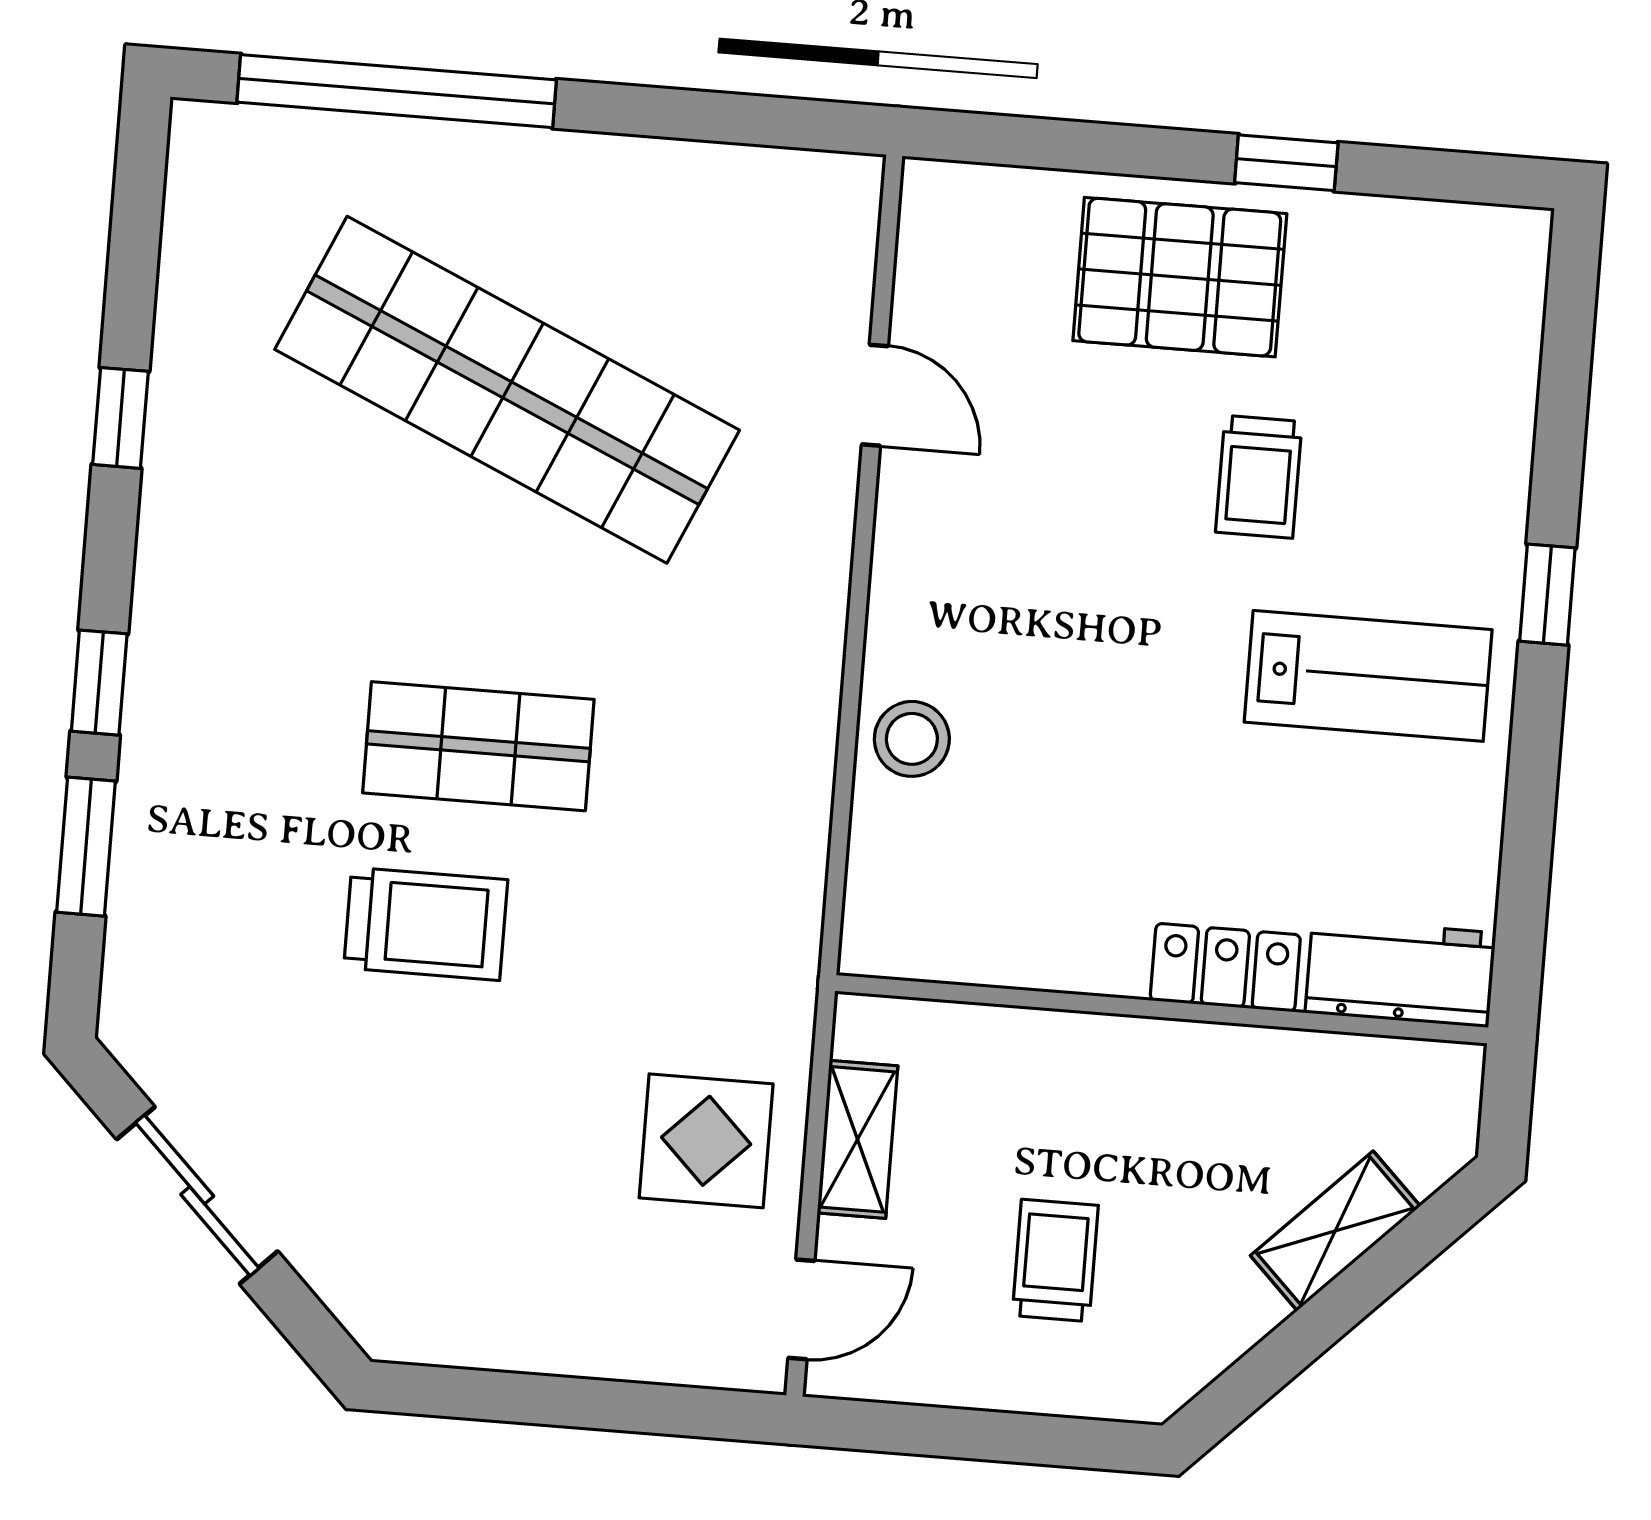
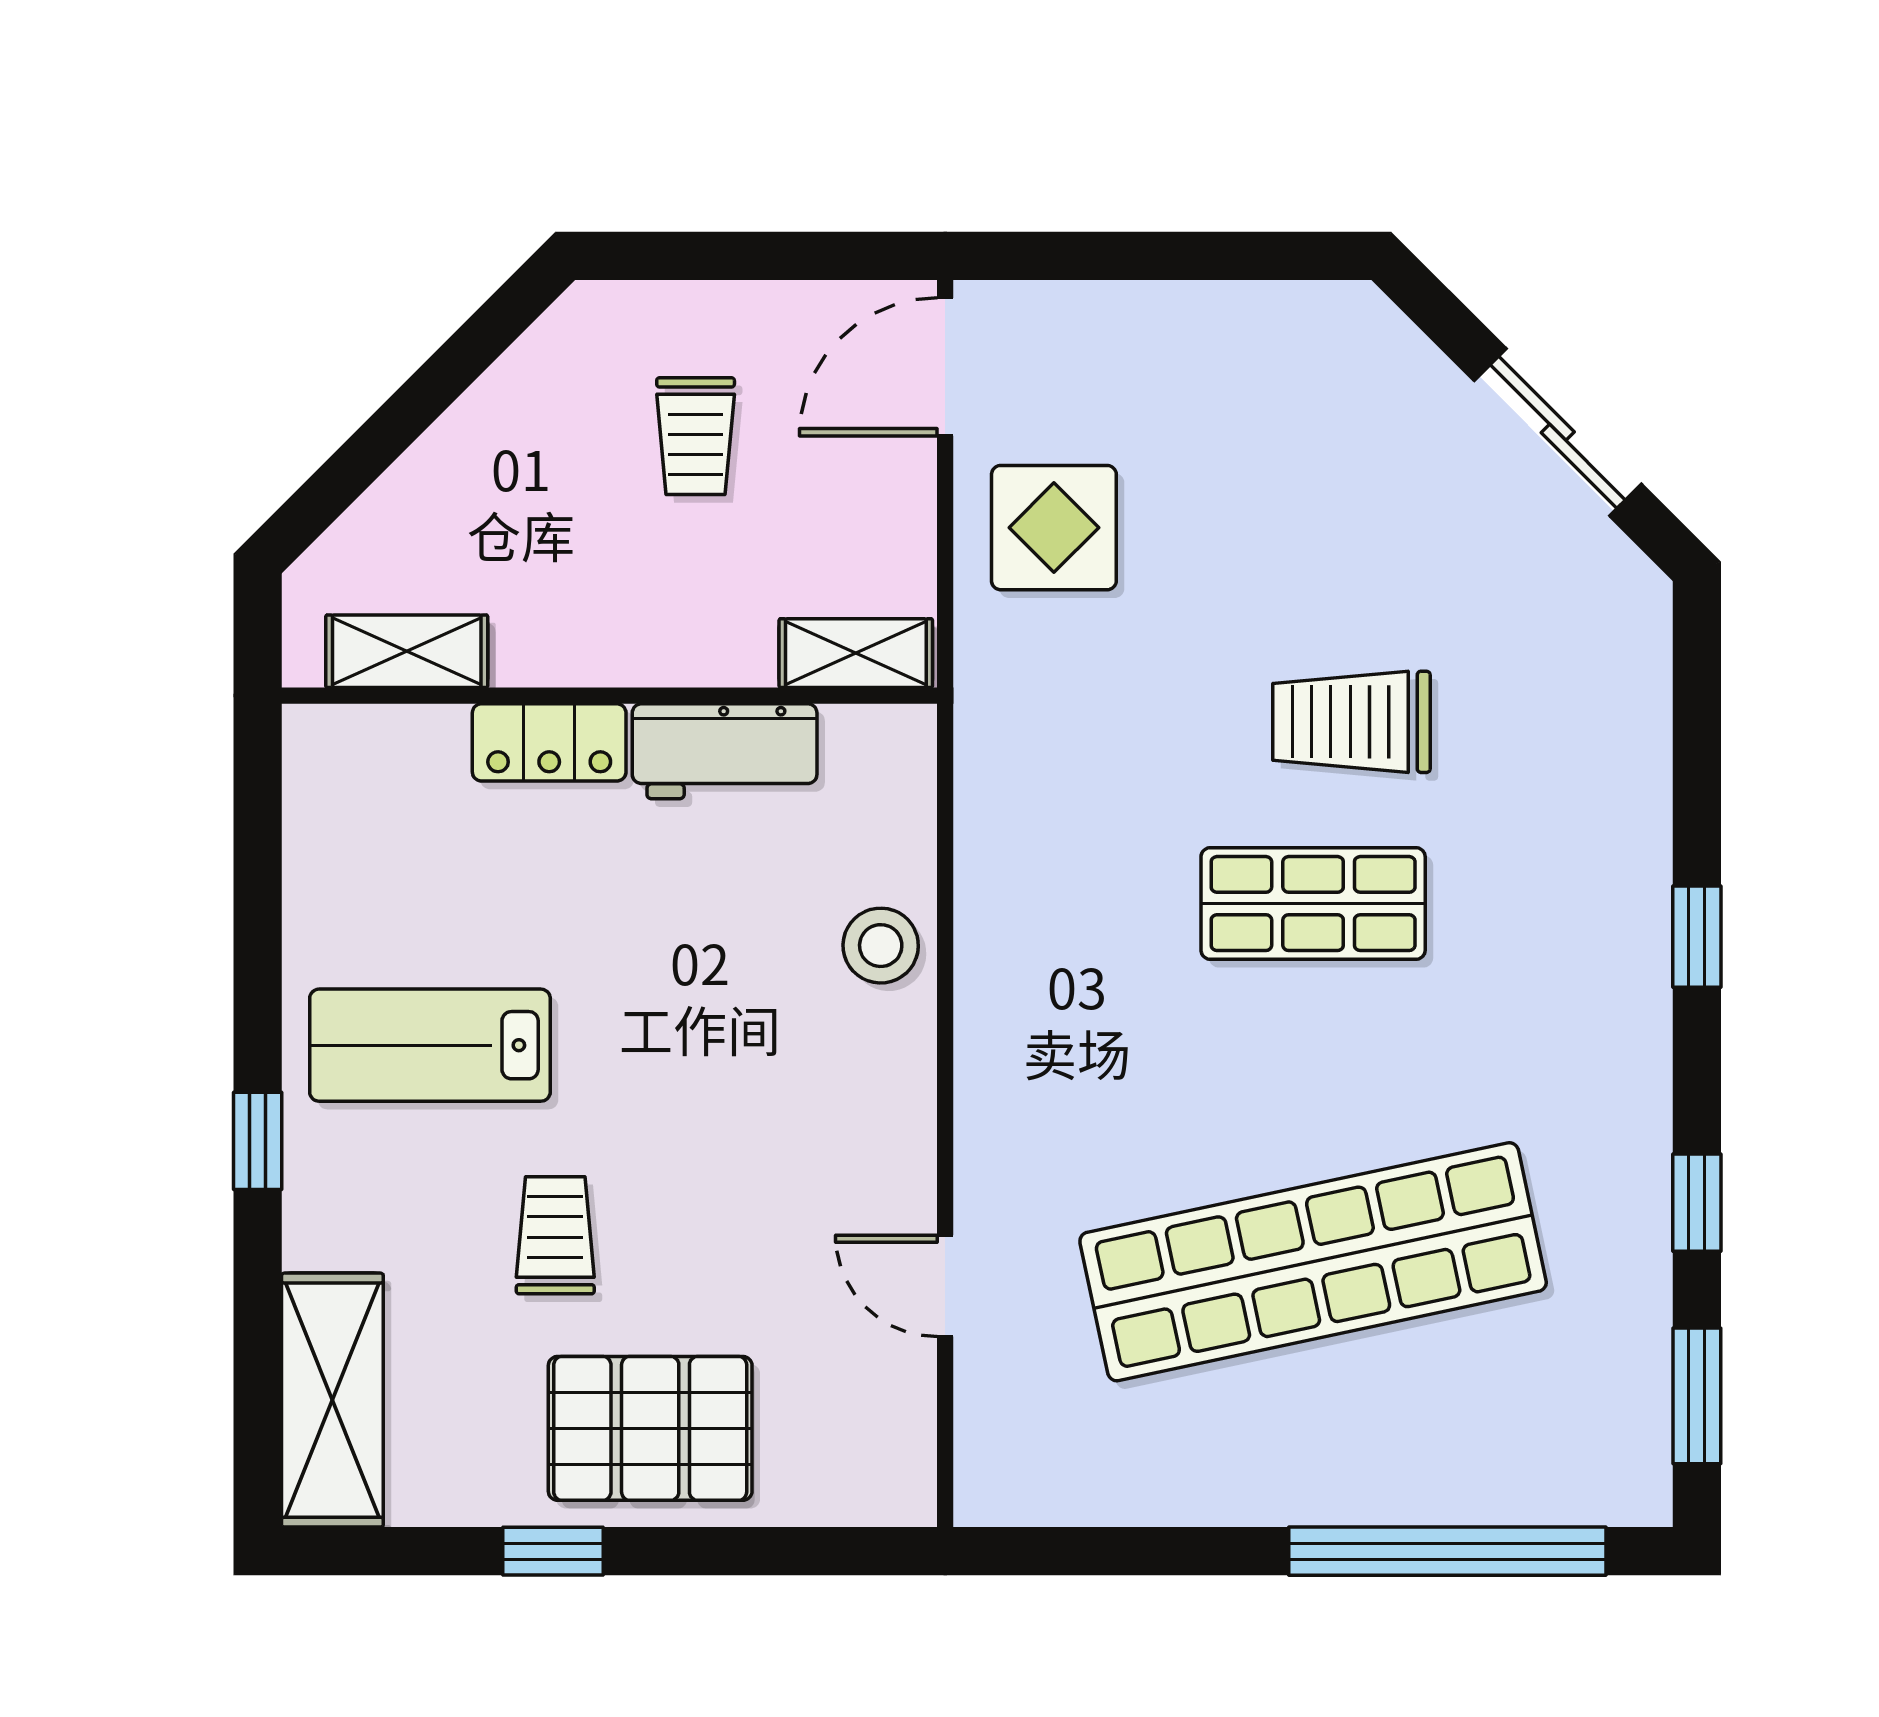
shelving: (1494, 331) -> (332, 1400), added
shop shelf: (507, 390) -> (1313, 1262), turned -36
window: (86, 847) -> (1697, 1396), moved
workbench: (1401, 973) -> (725, 751), moved
shelving: (858, 1139) -> (856, 653), moved, turned 90
shelving: (1335, 1231) -> (407, 651), moved, turned 45
door: (801, 1309) -> (945, 367), width x1.38

